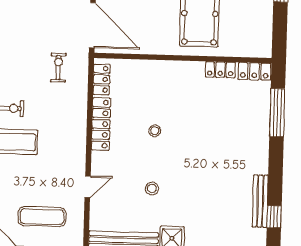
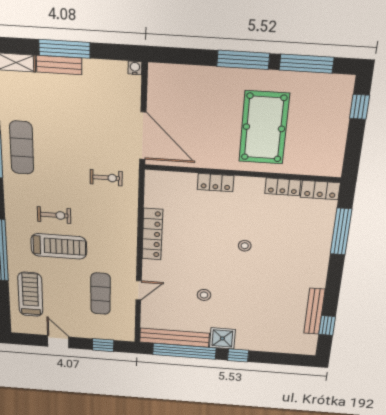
exercise bike: (58, 68) -> (106, 178), turned 90
locker: (102, 79) -> (216, 183), moved, turned 90
stool: (155, 131) -> (245, 246), moved
exercise mat: (42, 217) -> (101, 294), moved, turned 90

